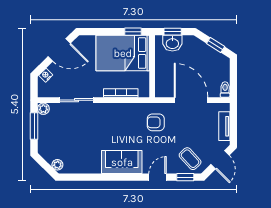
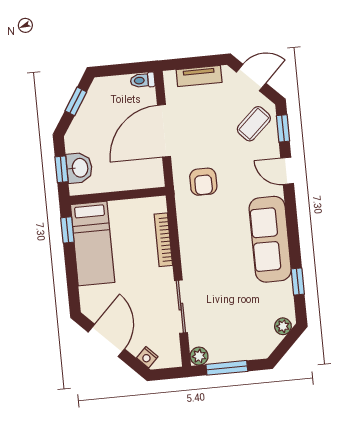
bed: (123, 53) -> (93, 243), width x0.67
sofa: (122, 162) -> (270, 239), width x1.36
window: (85, 177) -> (298, 282), added

